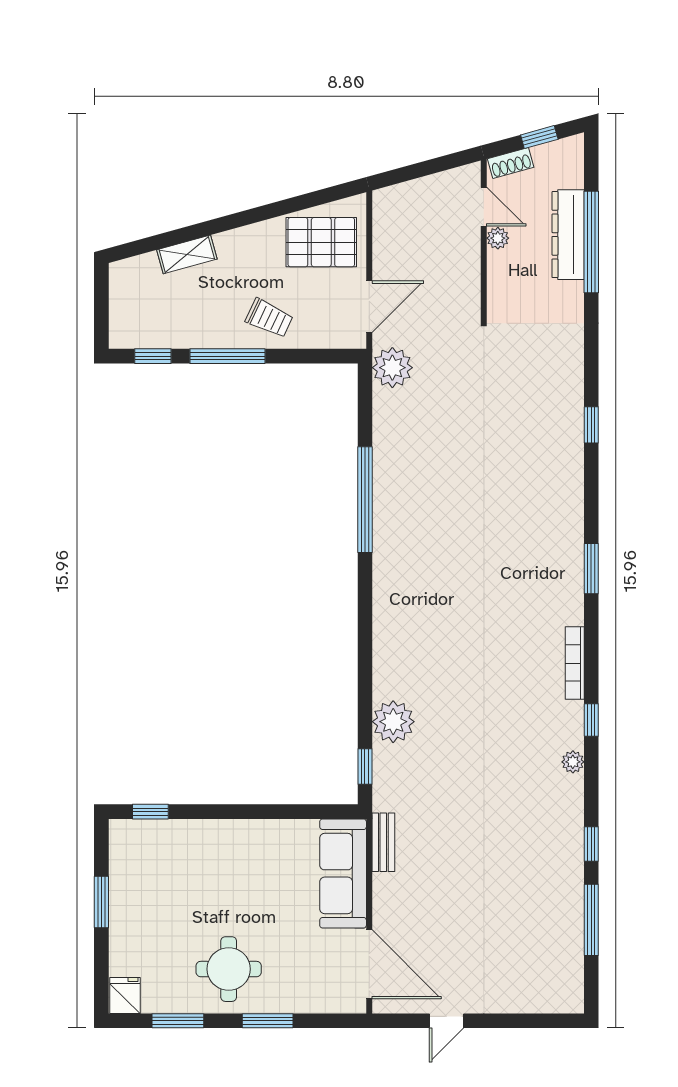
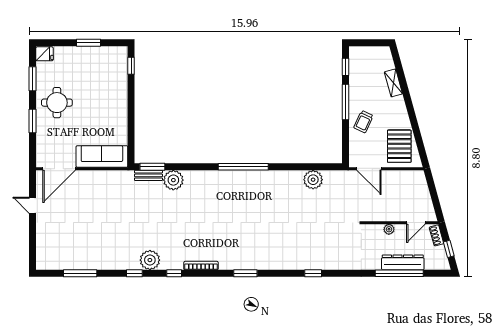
plant: (498, 238) -> (389, 229), moved
plant: (392, 368) -> (313, 180), moved
window: (365, 500) -> (243, 167), moved
plant: (573, 762) -> (150, 260), width x1.88, depth x1.88
window: (365, 766) -> (152, 167), width x1.50
bench: (383, 842) -> (148, 175), moved
window: (591, 844) -> (134, 273), moved

